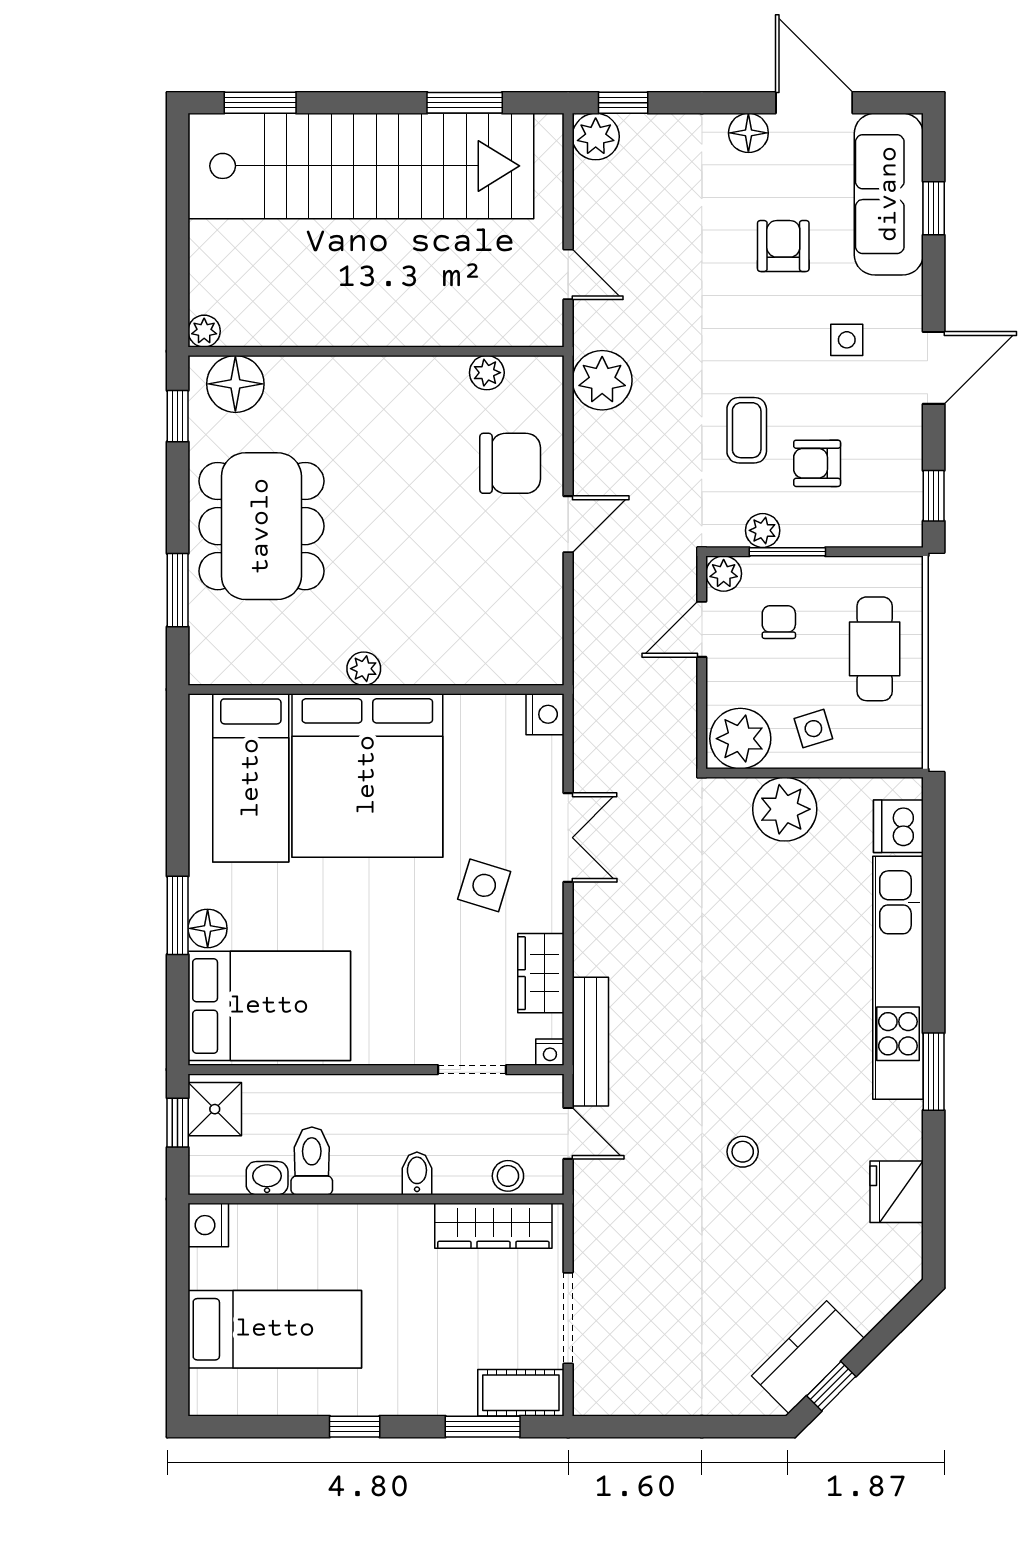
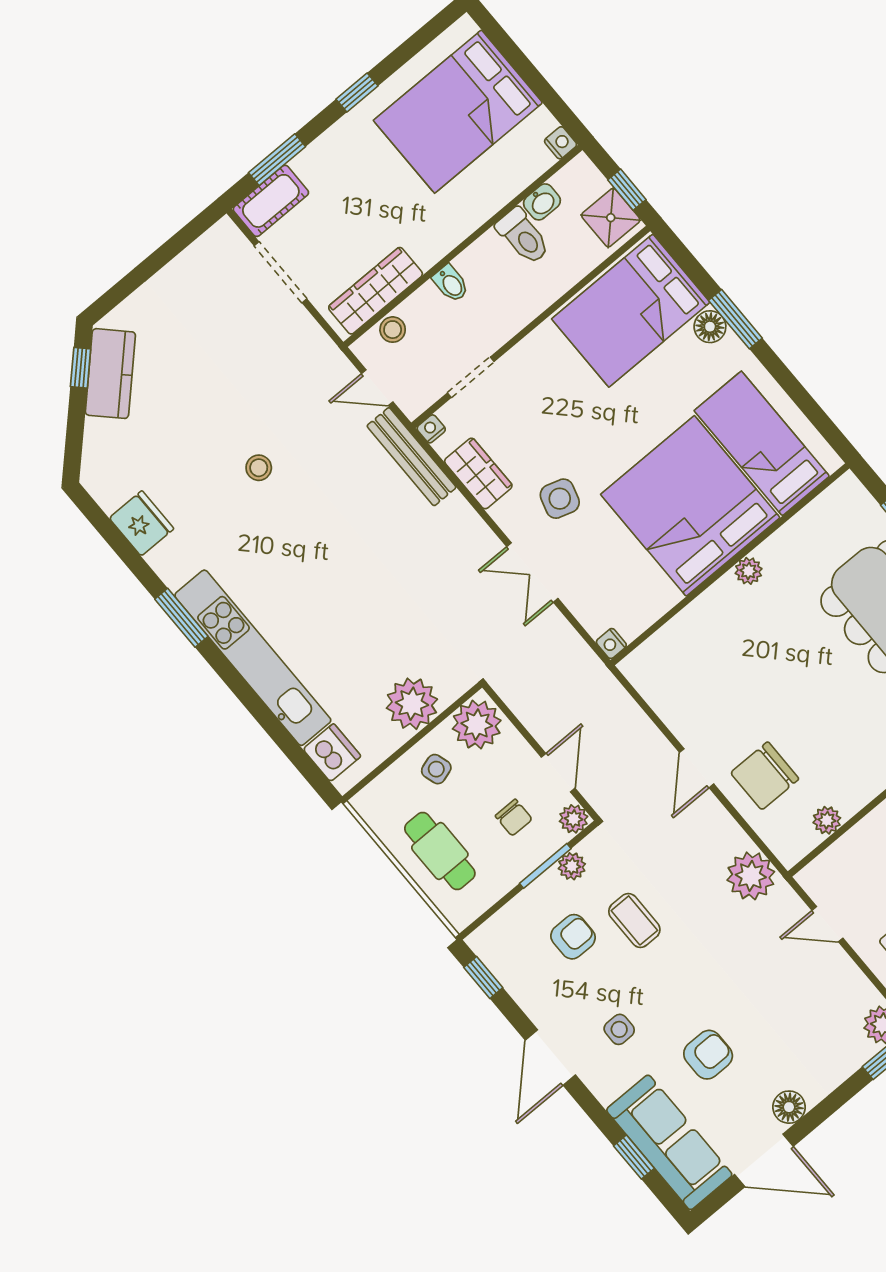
armchair: (783, 246) -> (708, 1055), turned -90
nightstand: (545, 714) -> (611, 644), width x0.72, depth x0.74
nightstand: (208, 1225) -> (561, 143), width x0.72, depth x0.74
bed: (275, 1329) -> (458, 112), width x1.50

